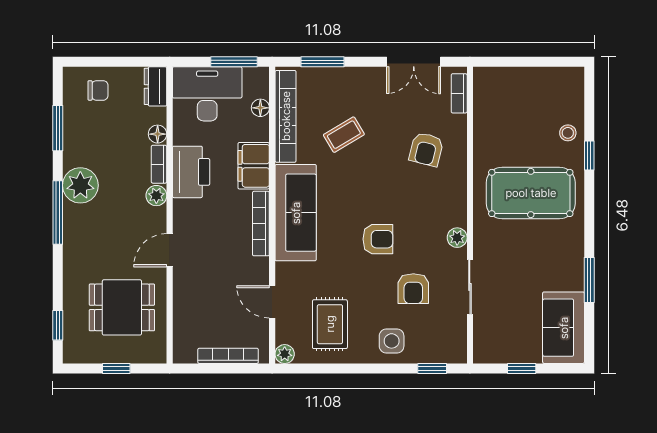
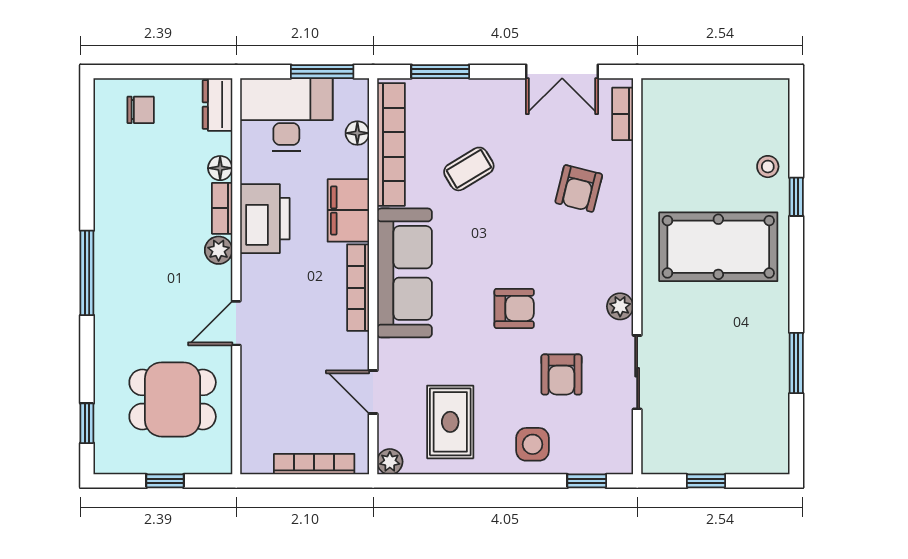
window: (58, 128) -> (87, 160), removed
plant: (80, 185) -> (117, 237), removed
sofa: (564, 328) -> (762, 427), removed

